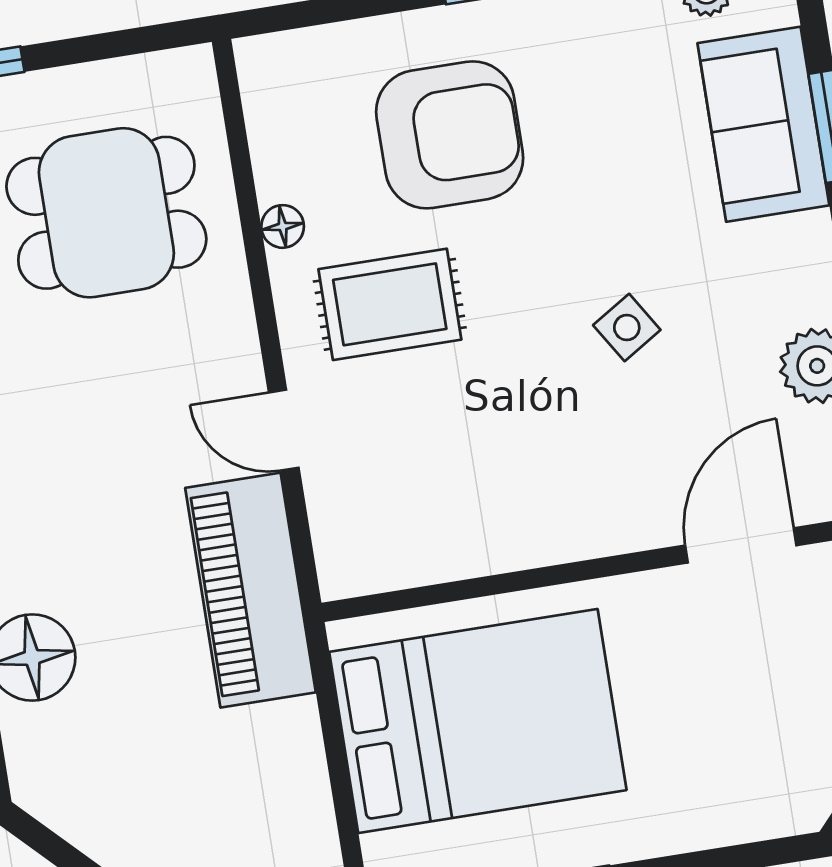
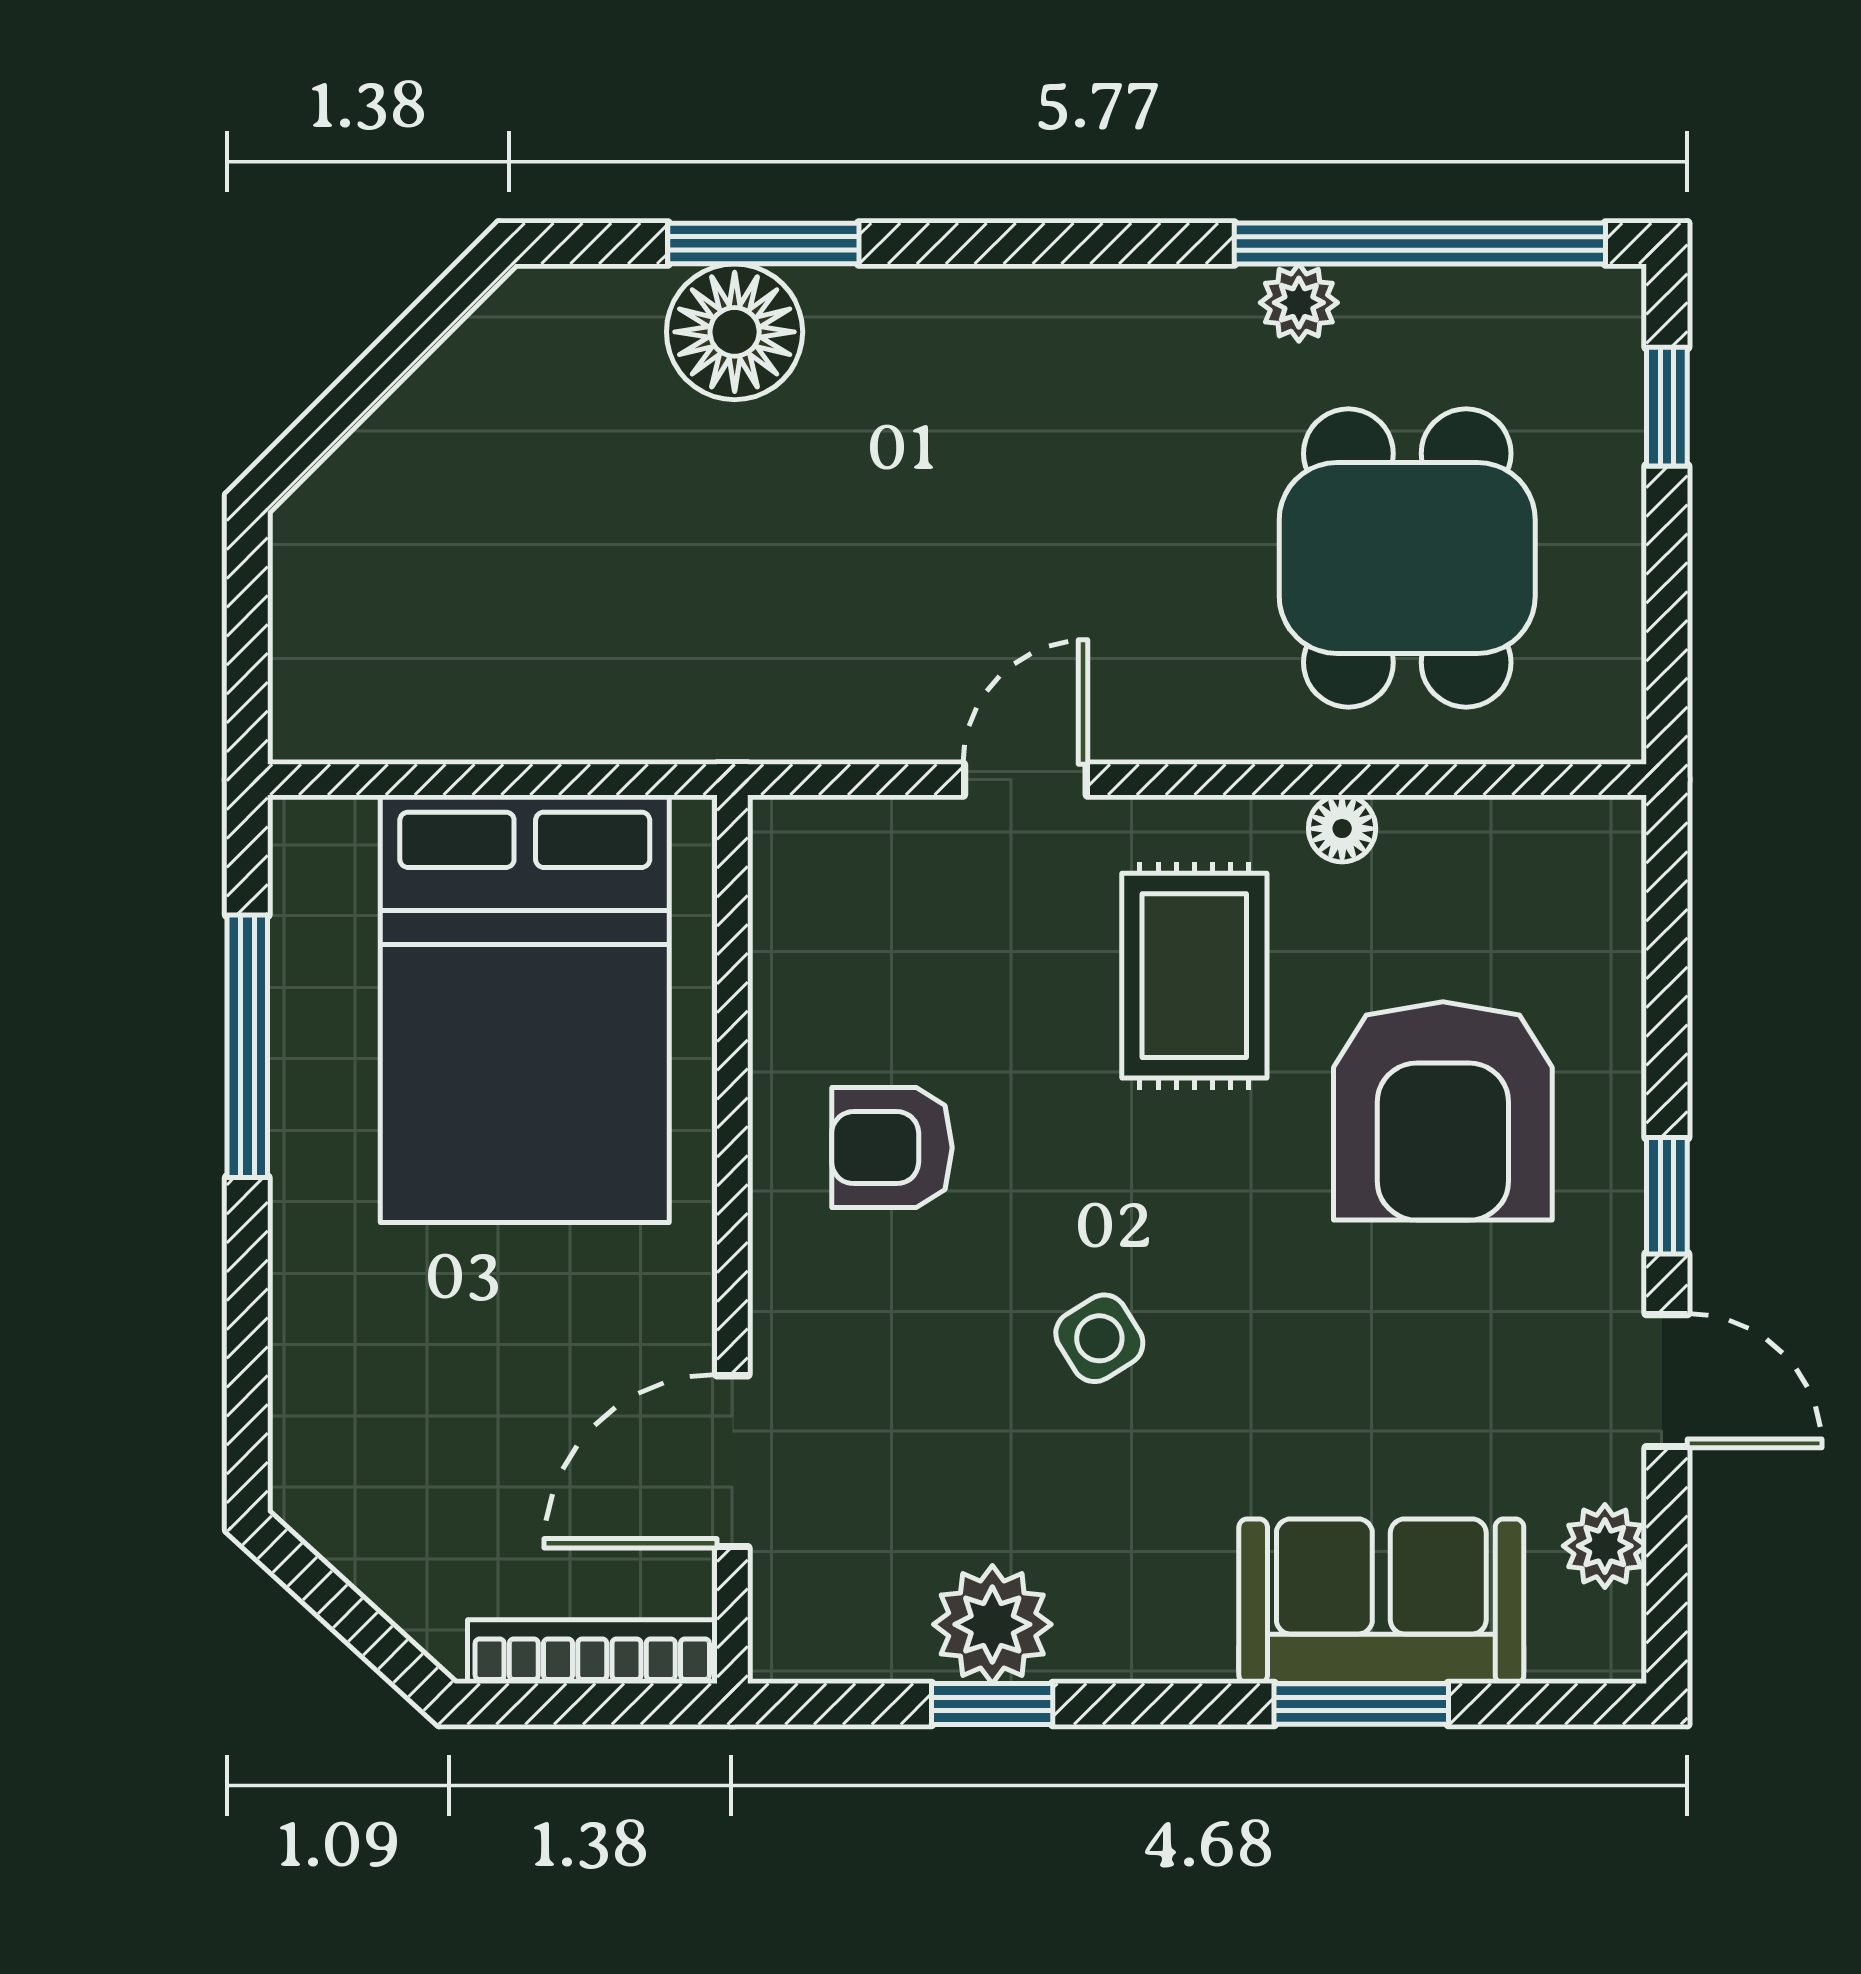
armchair: (528, 477) -> (892, 1148), added
door: (741, 545) -> (732, 1461), swing flipped
piano: (251, 590) -> (785, 688), removed

